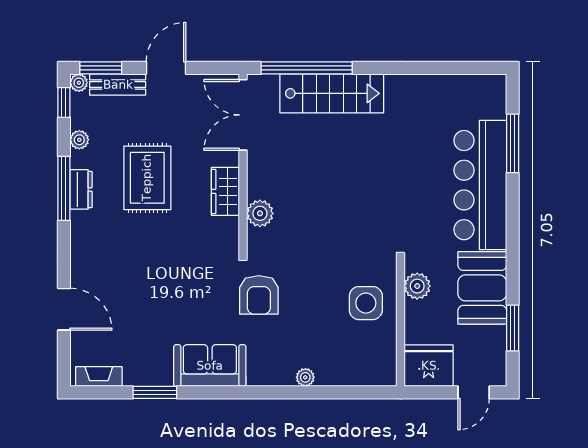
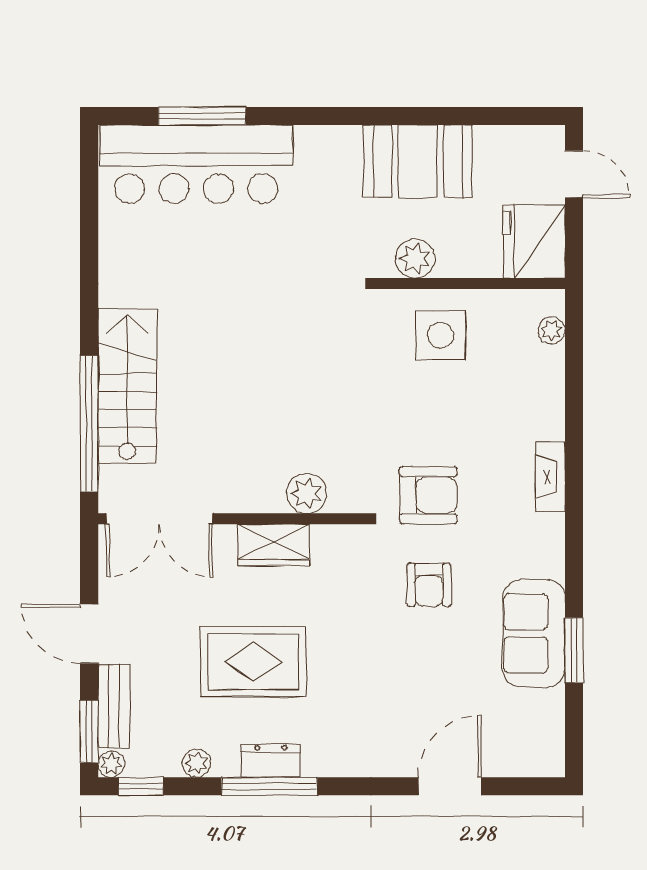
bar counter: (480, 185) -> (196, 164), moved
armchair: (199, 295) -> (429, 585), added
window: (513, 328) -> (478, 116), removed
sofa: (210, 366) -> (534, 633), moved
fireplace: (99, 377) -> (550, 477), moved
plant: (305, 377) -> (551, 331), moved

